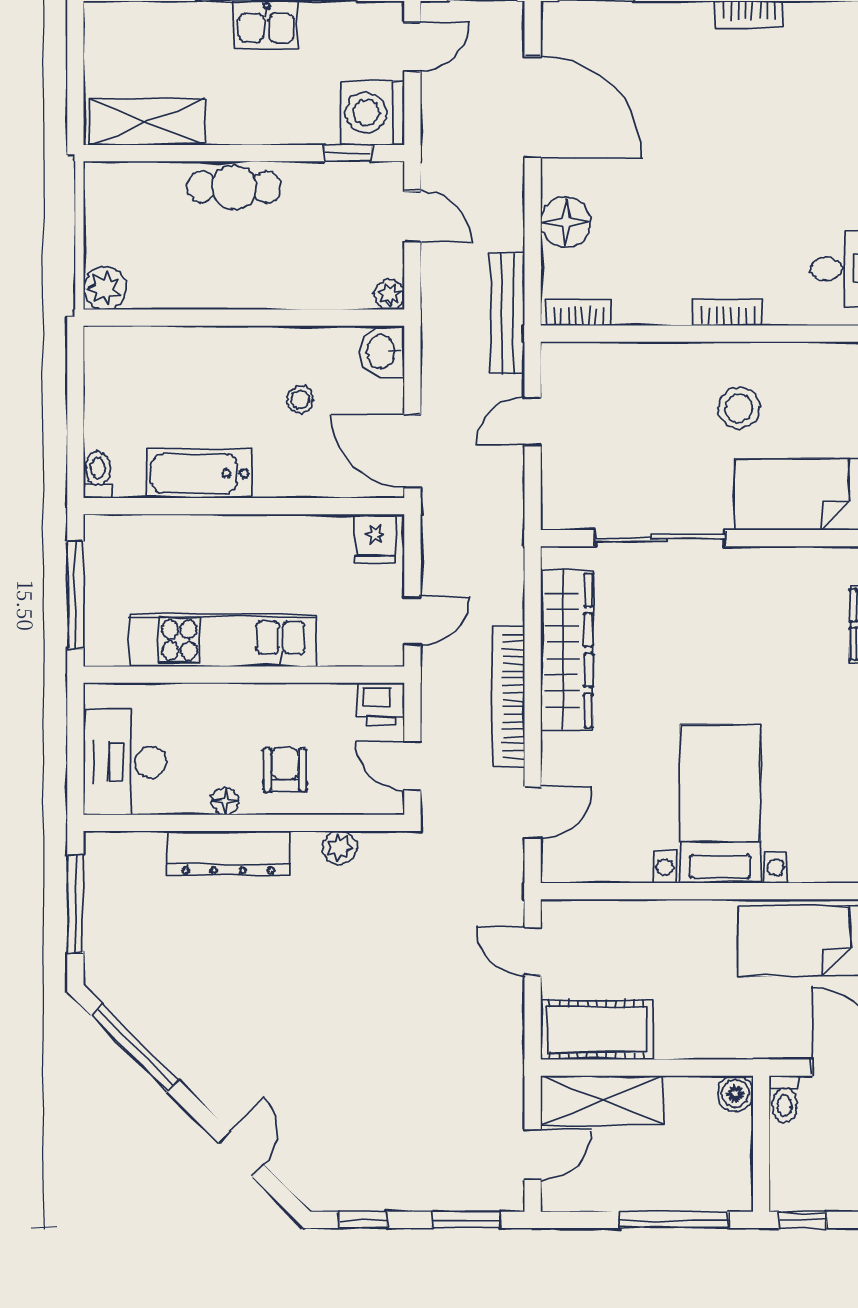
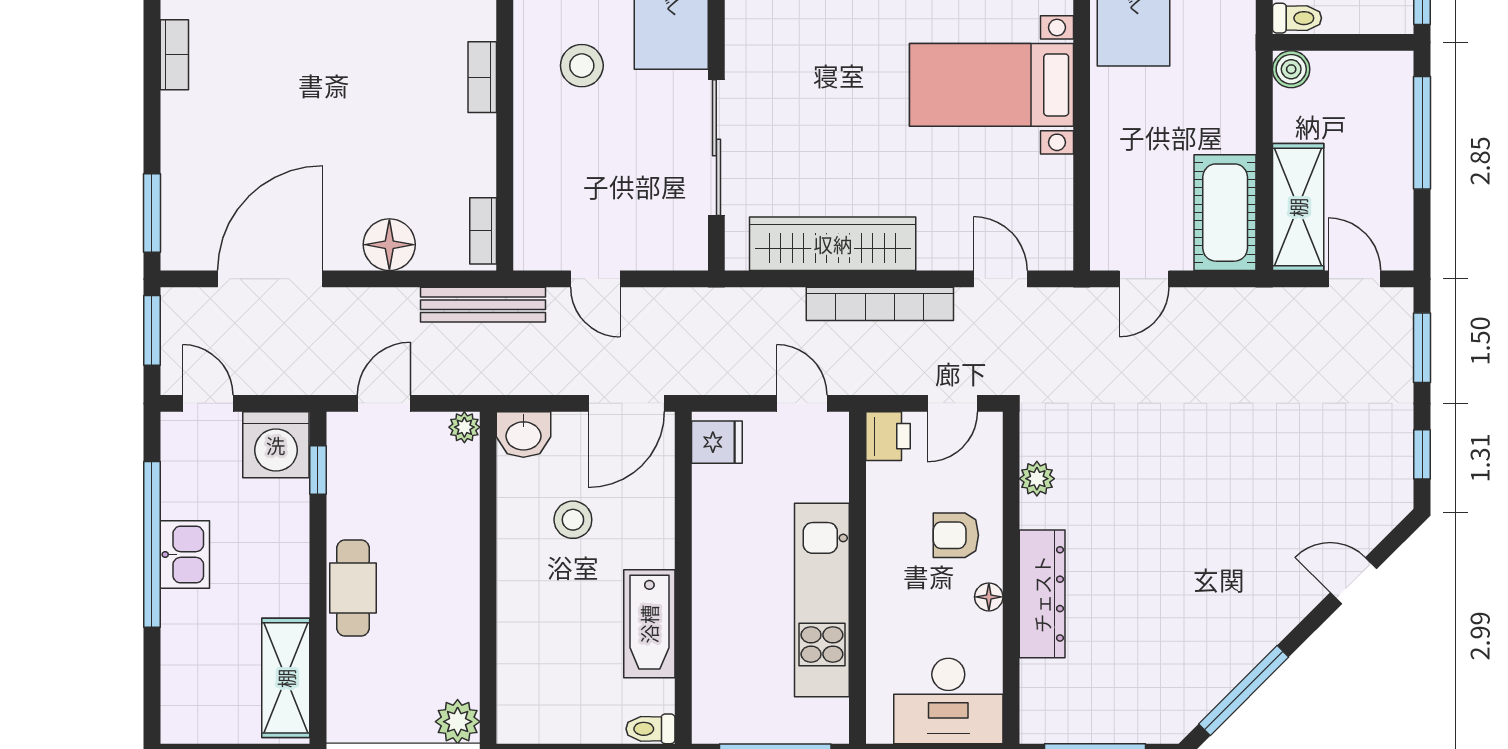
stool: (300, 400) -> (573, 520), width x1.37, depth x1.37

